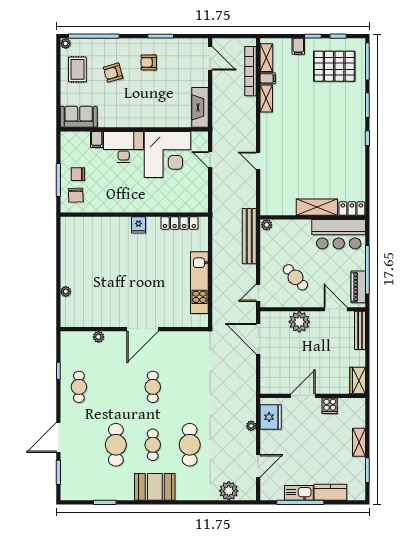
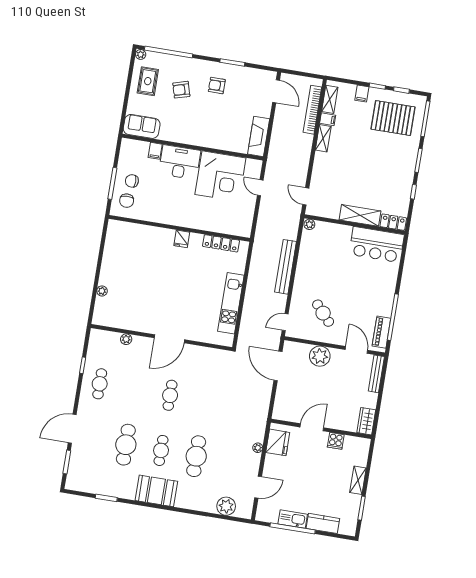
shelving: (317, 207) -> (360, 215), moved
locker: (352, 209) -> (393, 222), moved
wall: (313, 217) -> (355, 224), moved
plant: (267, 225) -> (309, 224), moved
bar counter: (339, 234) -> (377, 245), moved

